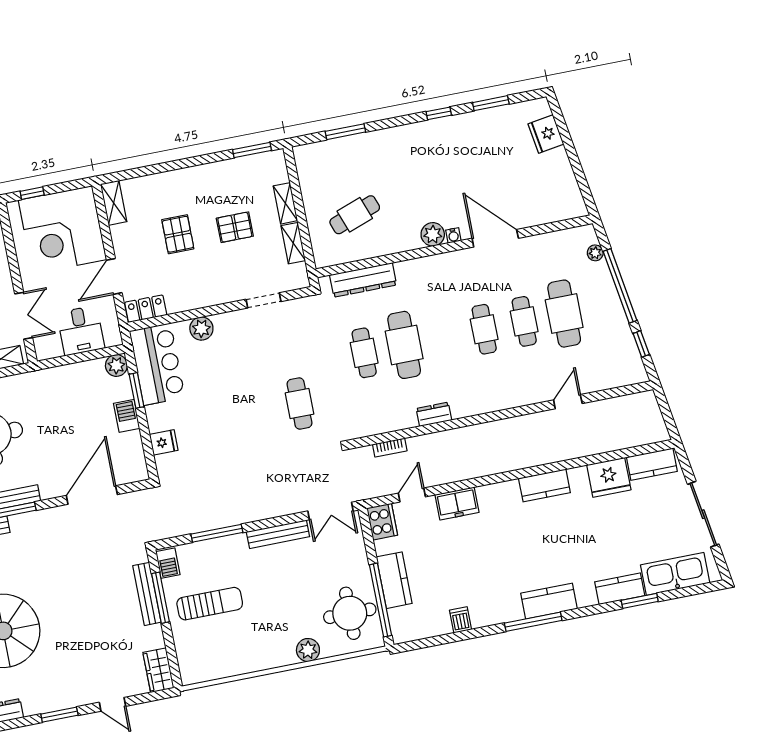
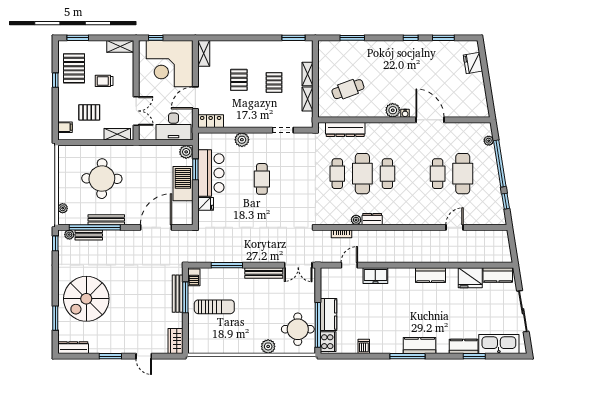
pallet: (235, 227) -> (274, 82), turned 90
cafe table: (484, 329) -> (387, 174), moved
desk: (81, 330) -> (173, 127), width x1.37
bar counter: (157, 364) -> (211, 173), moved
cafe table: (300, 404) -> (262, 179), moved
barbecue: (127, 416) -> (183, 184), width x1.88, depth x1.53
plant: (409, 421) -> (356, 220), added
cooker: (382, 522) -> (328, 342), moved

